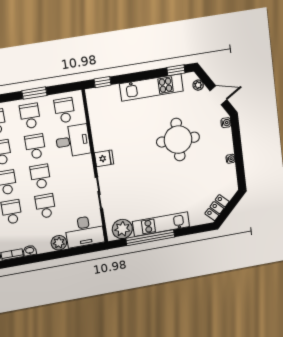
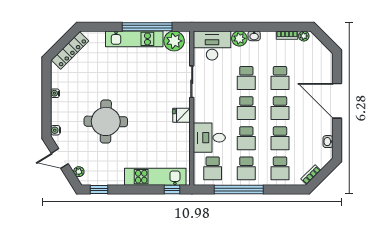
kitchen unit: (151, 87) -> (155, 177), moved
window: (34, 93) -> (239, 189), width x2.11
locker: (217, 208) -> (70, 50), width x1.53
washbasin: (30, 251) -> (254, 36), moved

